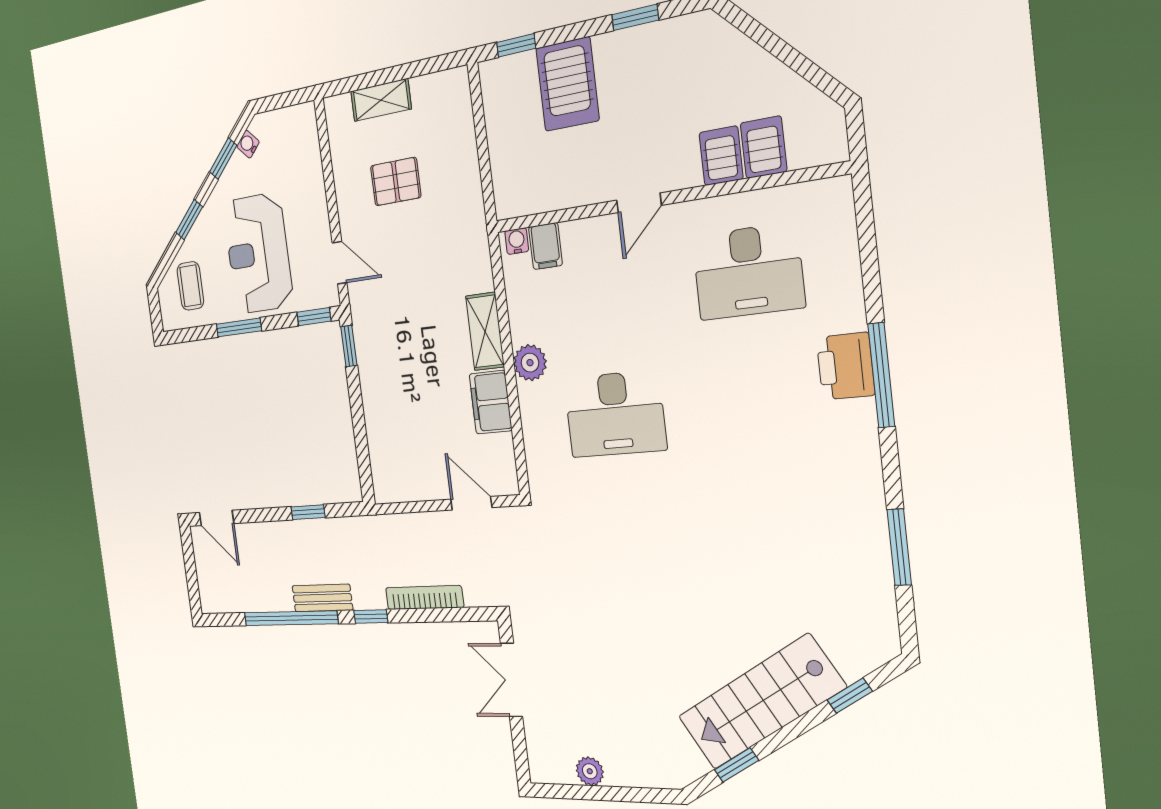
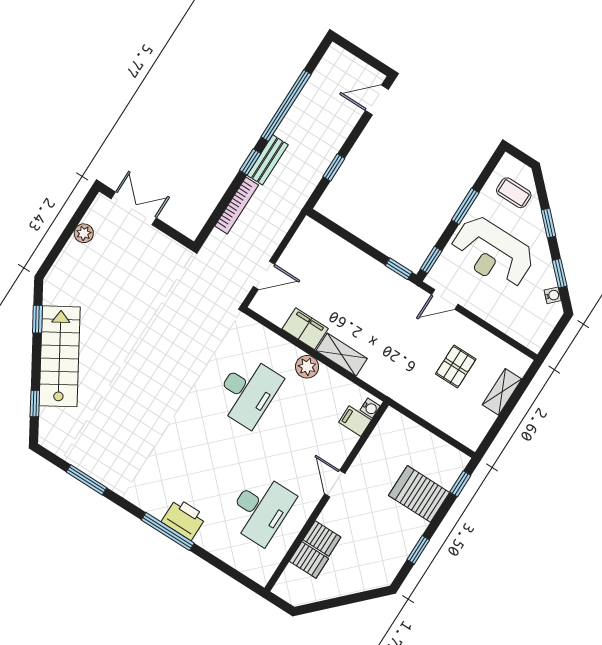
reception desk: (258, 254) -> (492, 253), turned 180
desk: (748, 272) -> (261, 509), turned 180
desk: (615, 414) -> (248, 392), turned 180
bench: (322, 598) -> (268, 160), moved
double door: (512, 680) -> (134, 208), moved

